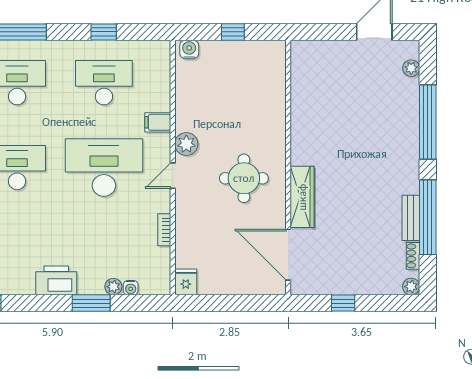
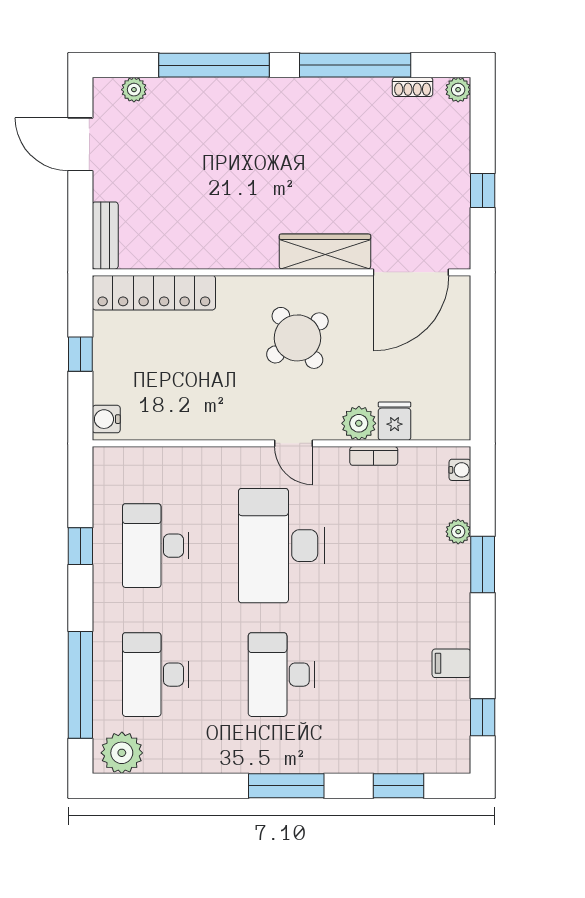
locker: (274, 82) -> (154, 293), added
filing cabinet: (158, 122) -> (451, 663), moved, turned 90
plant: (186, 144) -> (359, 423), moved
round table: (244, 178) -> (297, 338), turned -37
bench: (411, 218) -> (105, 236), moved, turned 90
printer: (56, 280) -> (449, 616), removed
fridge: (186, 282) -> (395, 421), moved, turned 90
water cooler: (131, 288) -> (460, 470), moved

